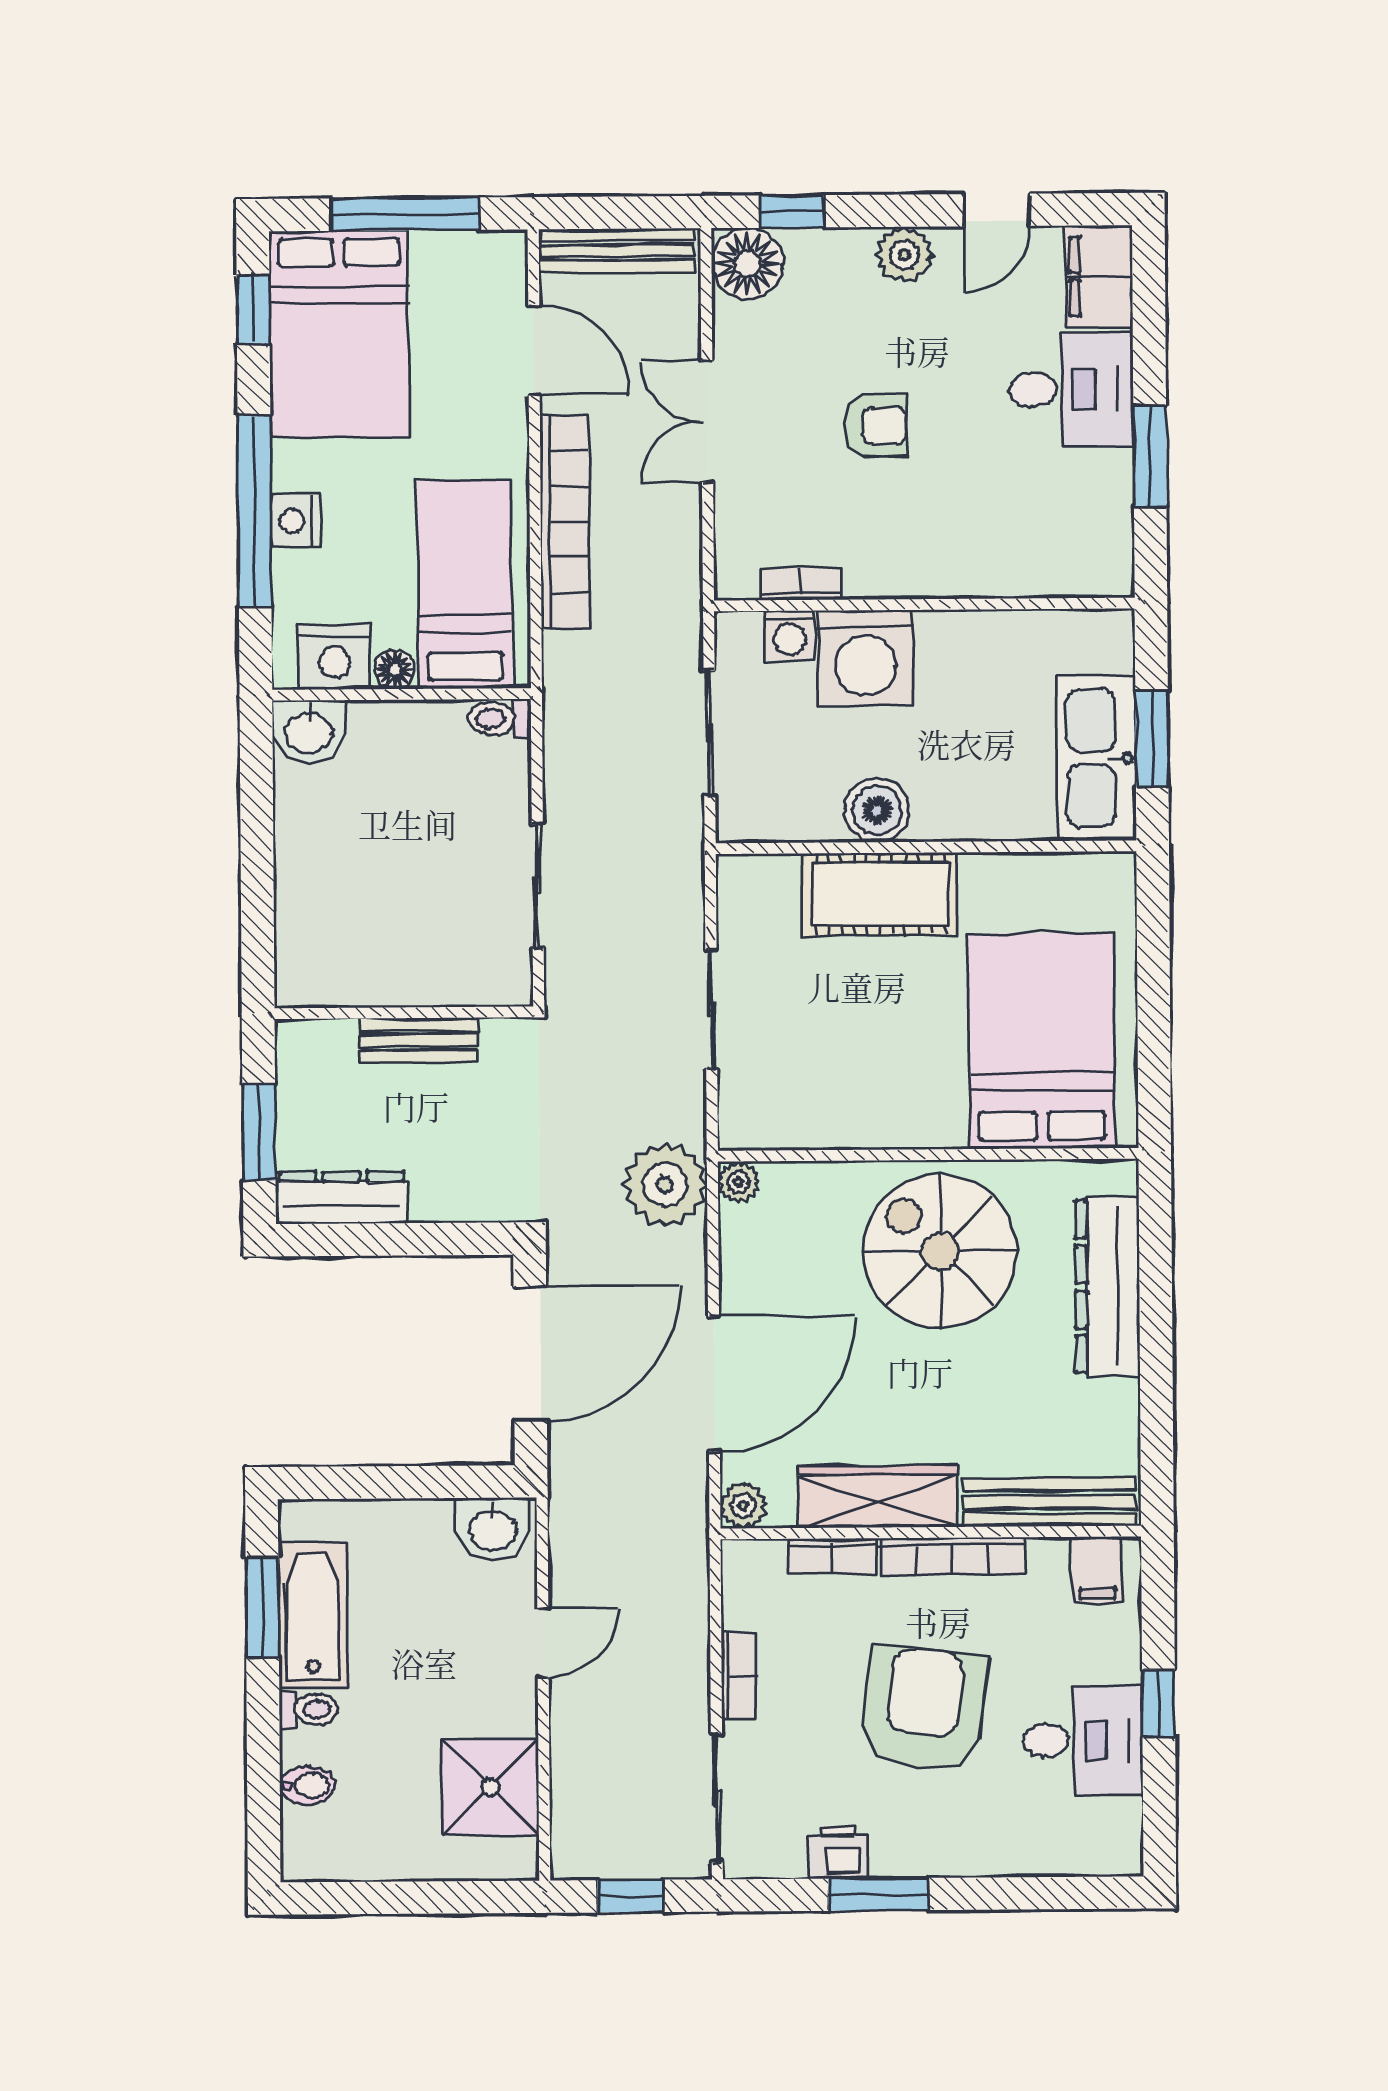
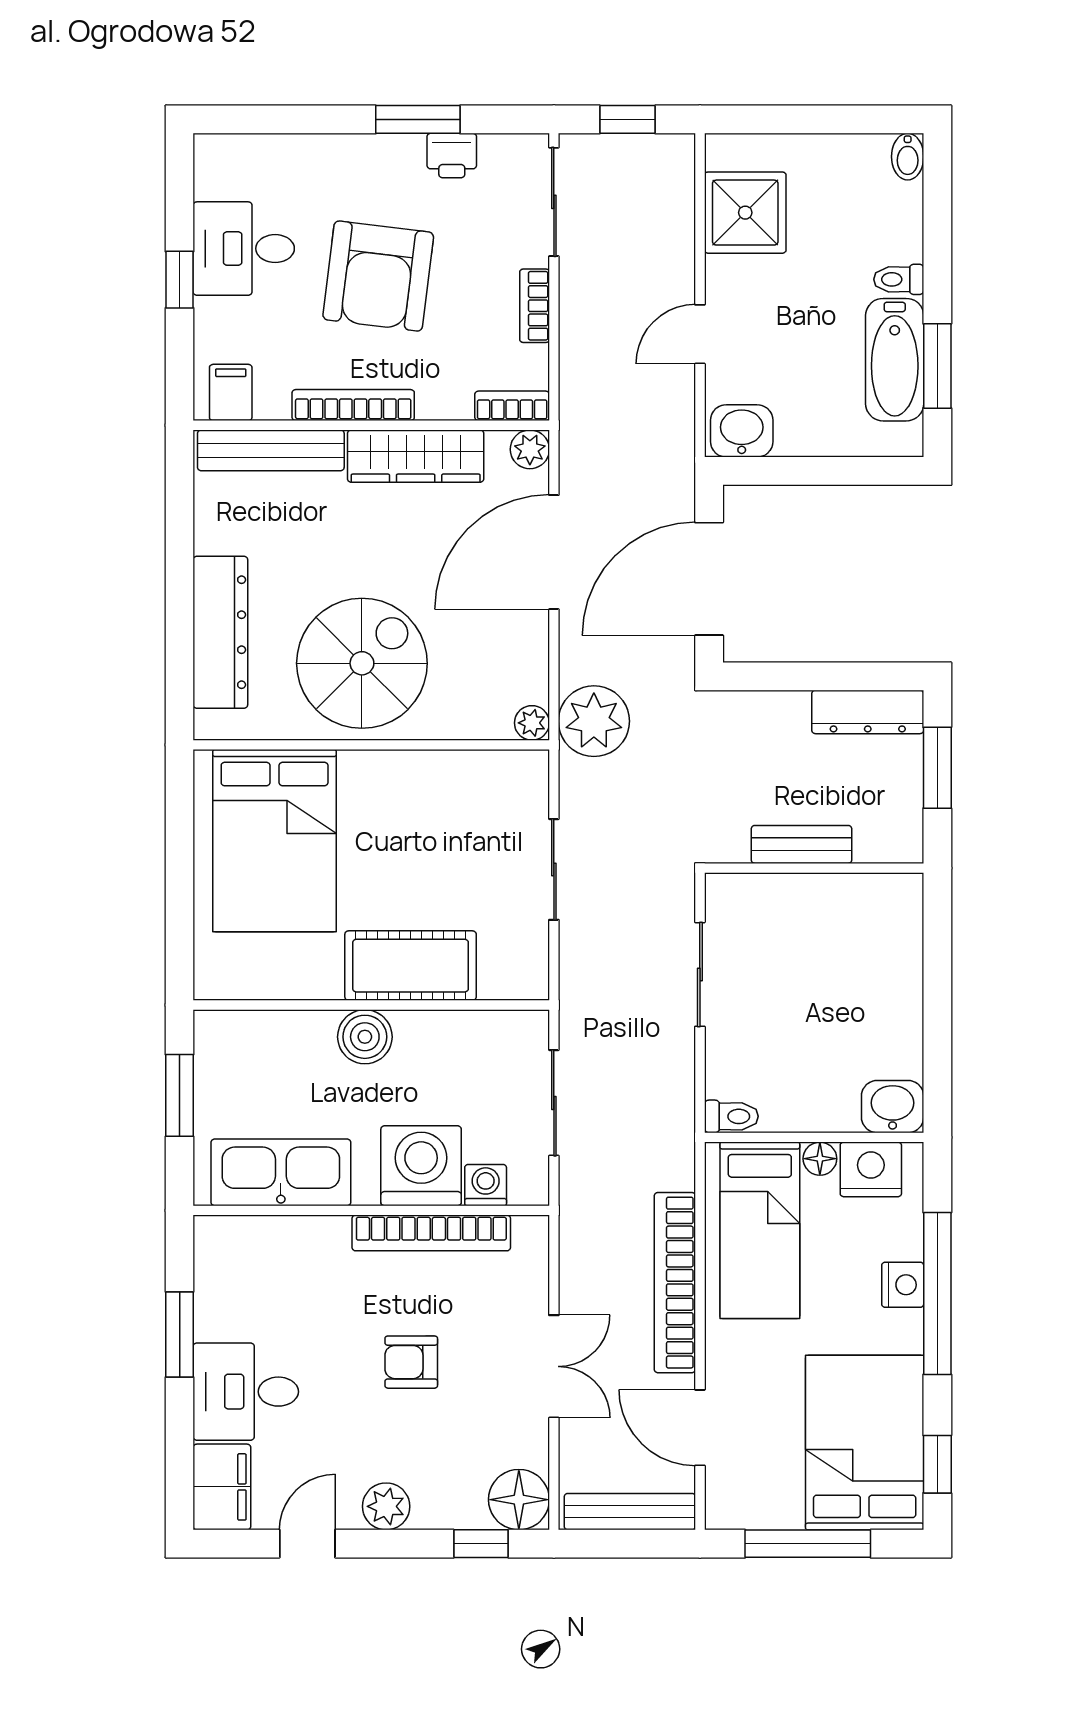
bookcase: (800, 584) -> (431, 1233), width x2.31, depth x1.31
kitchen sink: (1096, 758) -> (281, 1172), moved, turned -90
boiler: (877, 810) -> (365, 1037), moved
spiral stairs: (940, 1251) -> (362, 663), turned -90
bookcase: (832, 1556) -> (512, 406), moved
bidet: (307, 1785) -> (908, 157), moved, turned -90

